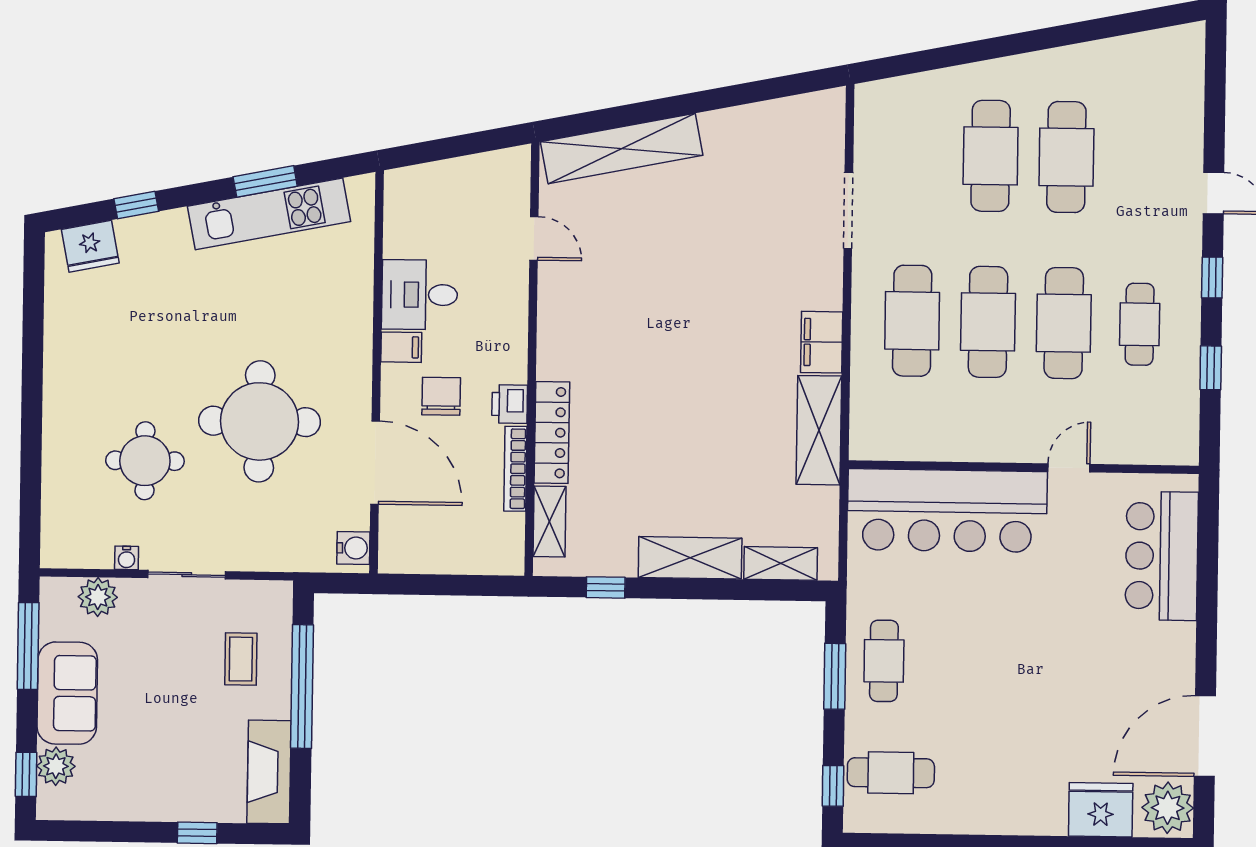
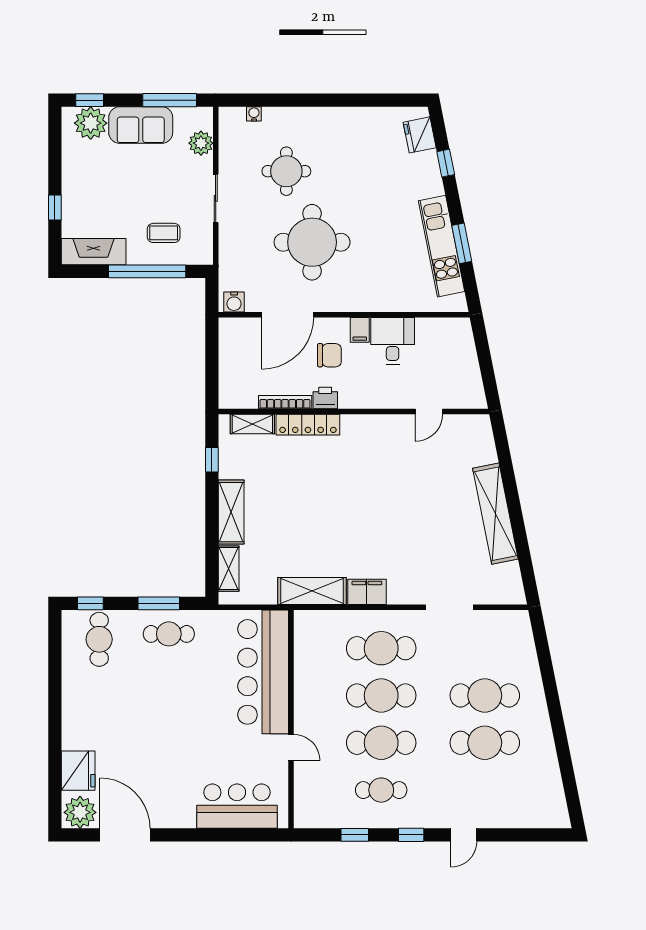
shelving: (622, 148) -> (495, 514), moved
water cooler: (127, 558) -> (254, 114), moved, turned 90
plant: (56, 766) -> (91, 123), width x1.36, depth x1.36

